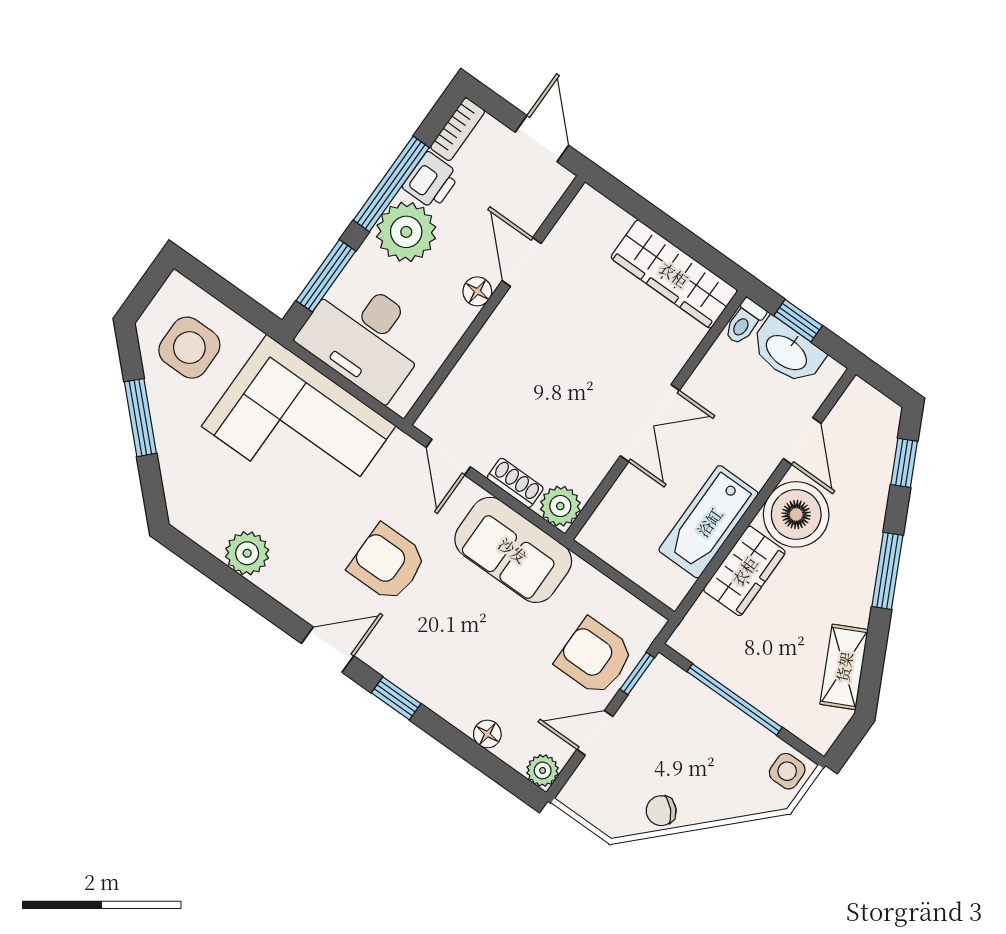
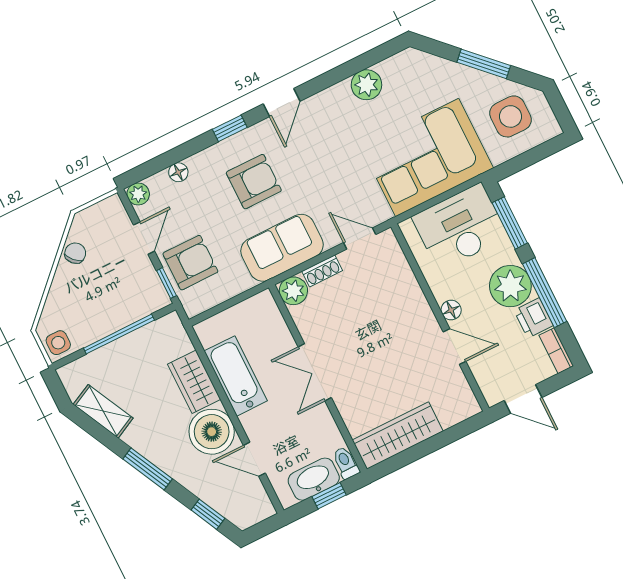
armchair: (387, 563) -> (254, 182), moved

